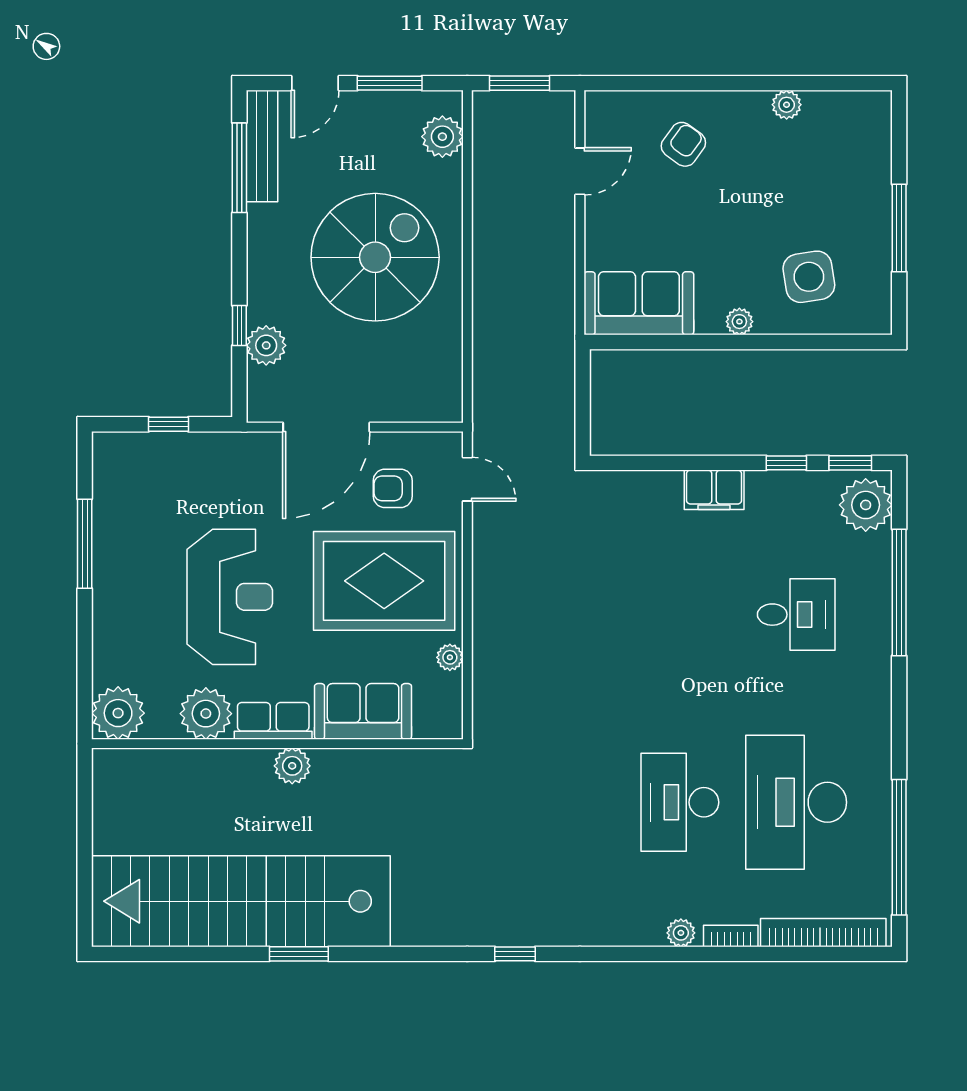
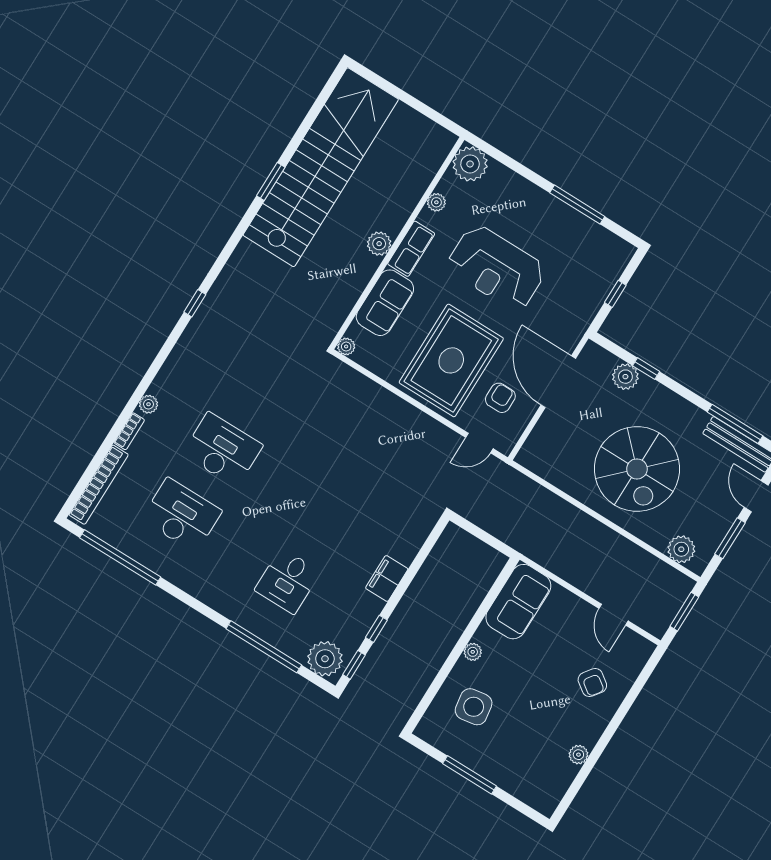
plant: (450, 657) -> (346, 347), moved
plant: (206, 714) -> (436, 202), width x0.53, depth x0.53
desk: (796, 802) -> (182, 515), width x0.73, depth x0.77

